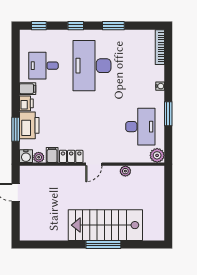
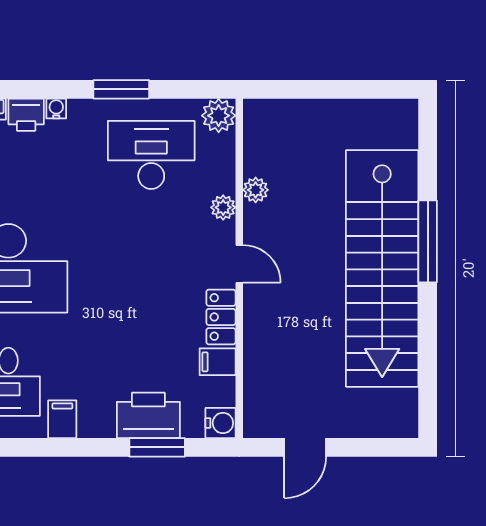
printer: (26, 103) -> (26, 115), moved, turned 180
plant: (39, 157) -> (223, 207), moved
stairs: (105, 225) -> (382, 268), width x1.36

